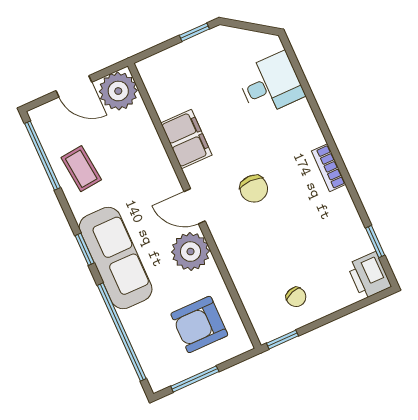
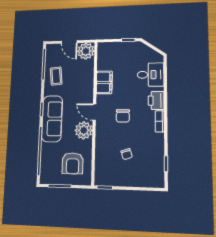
printer: (369, 276) -> (156, 101), moved
chair: (296, 297) -> (127, 154), moved
armchair: (199, 324) -> (73, 163), turned -90

